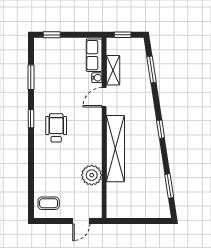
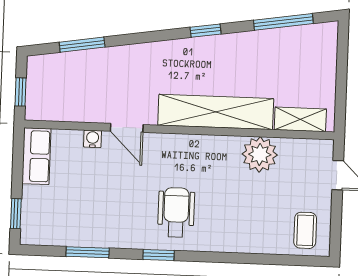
row of seats: (94, 55) -> (36, 156), moved, turned -90
shelving: (113, 70) -> (300, 119), moved
wheelchair: (56, 128) -> (176, 212), turned 90
window: (161, 129) -> (206, 31), moved
window: (169, 186) -> (283, 22), width x1.44

